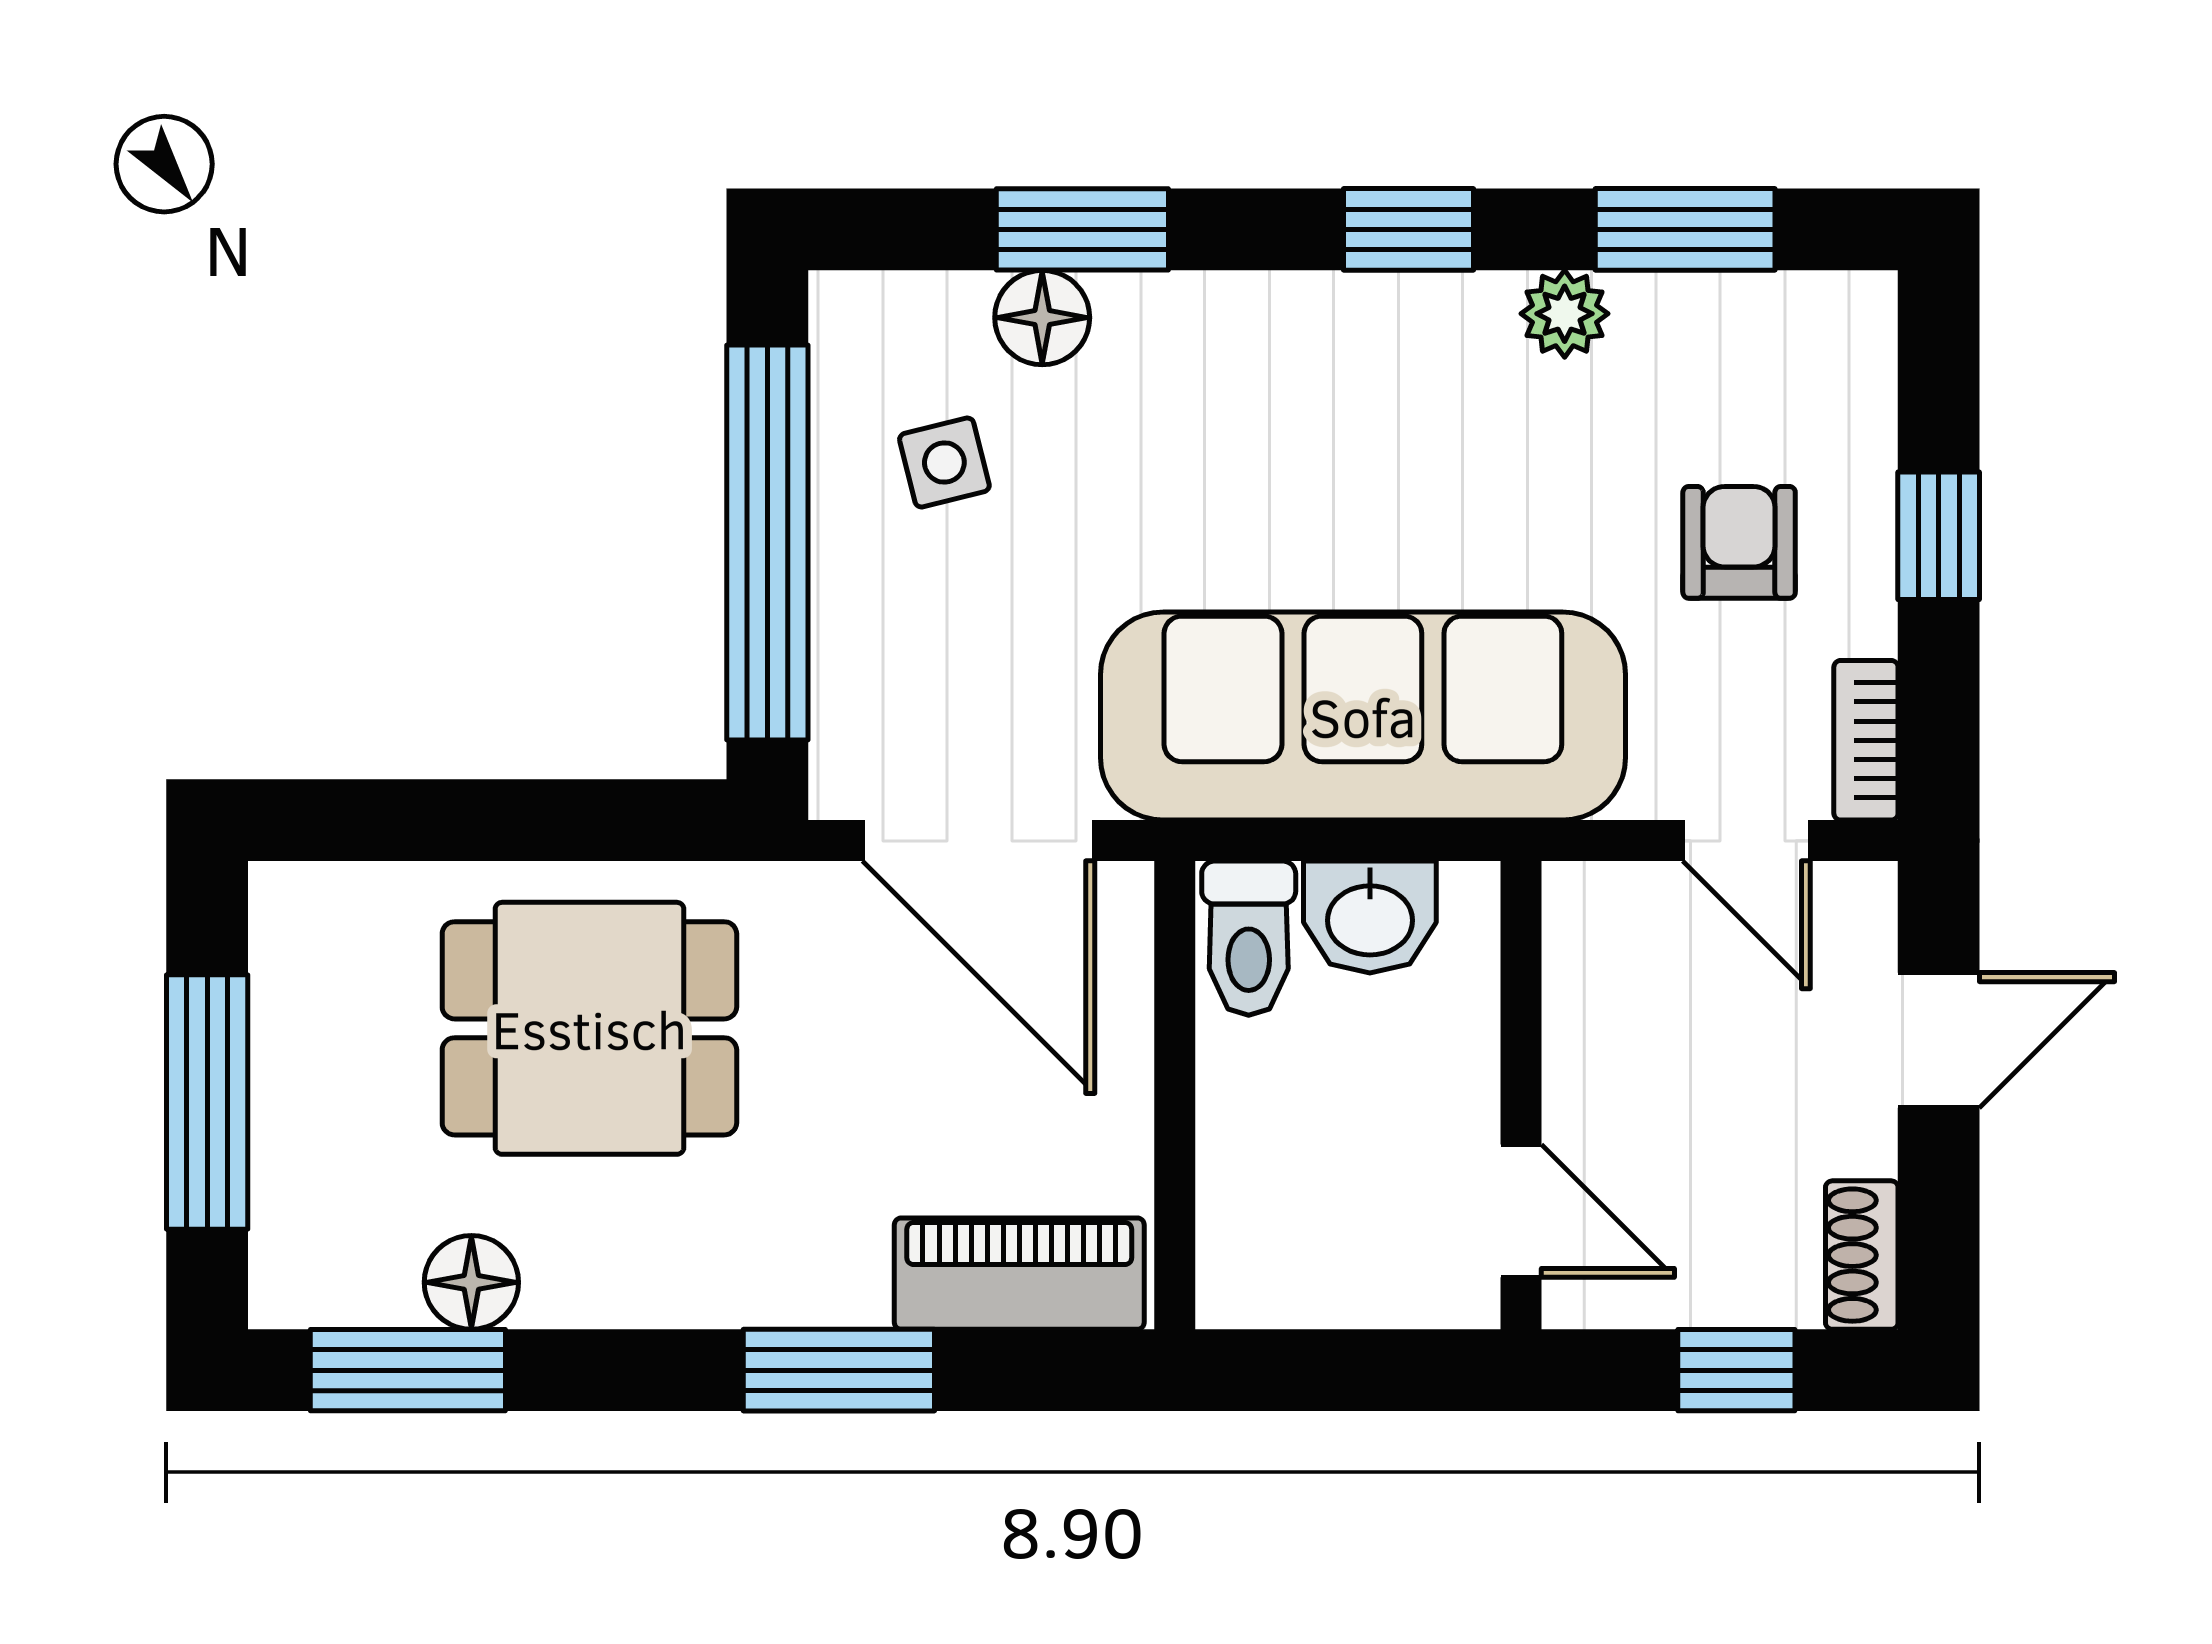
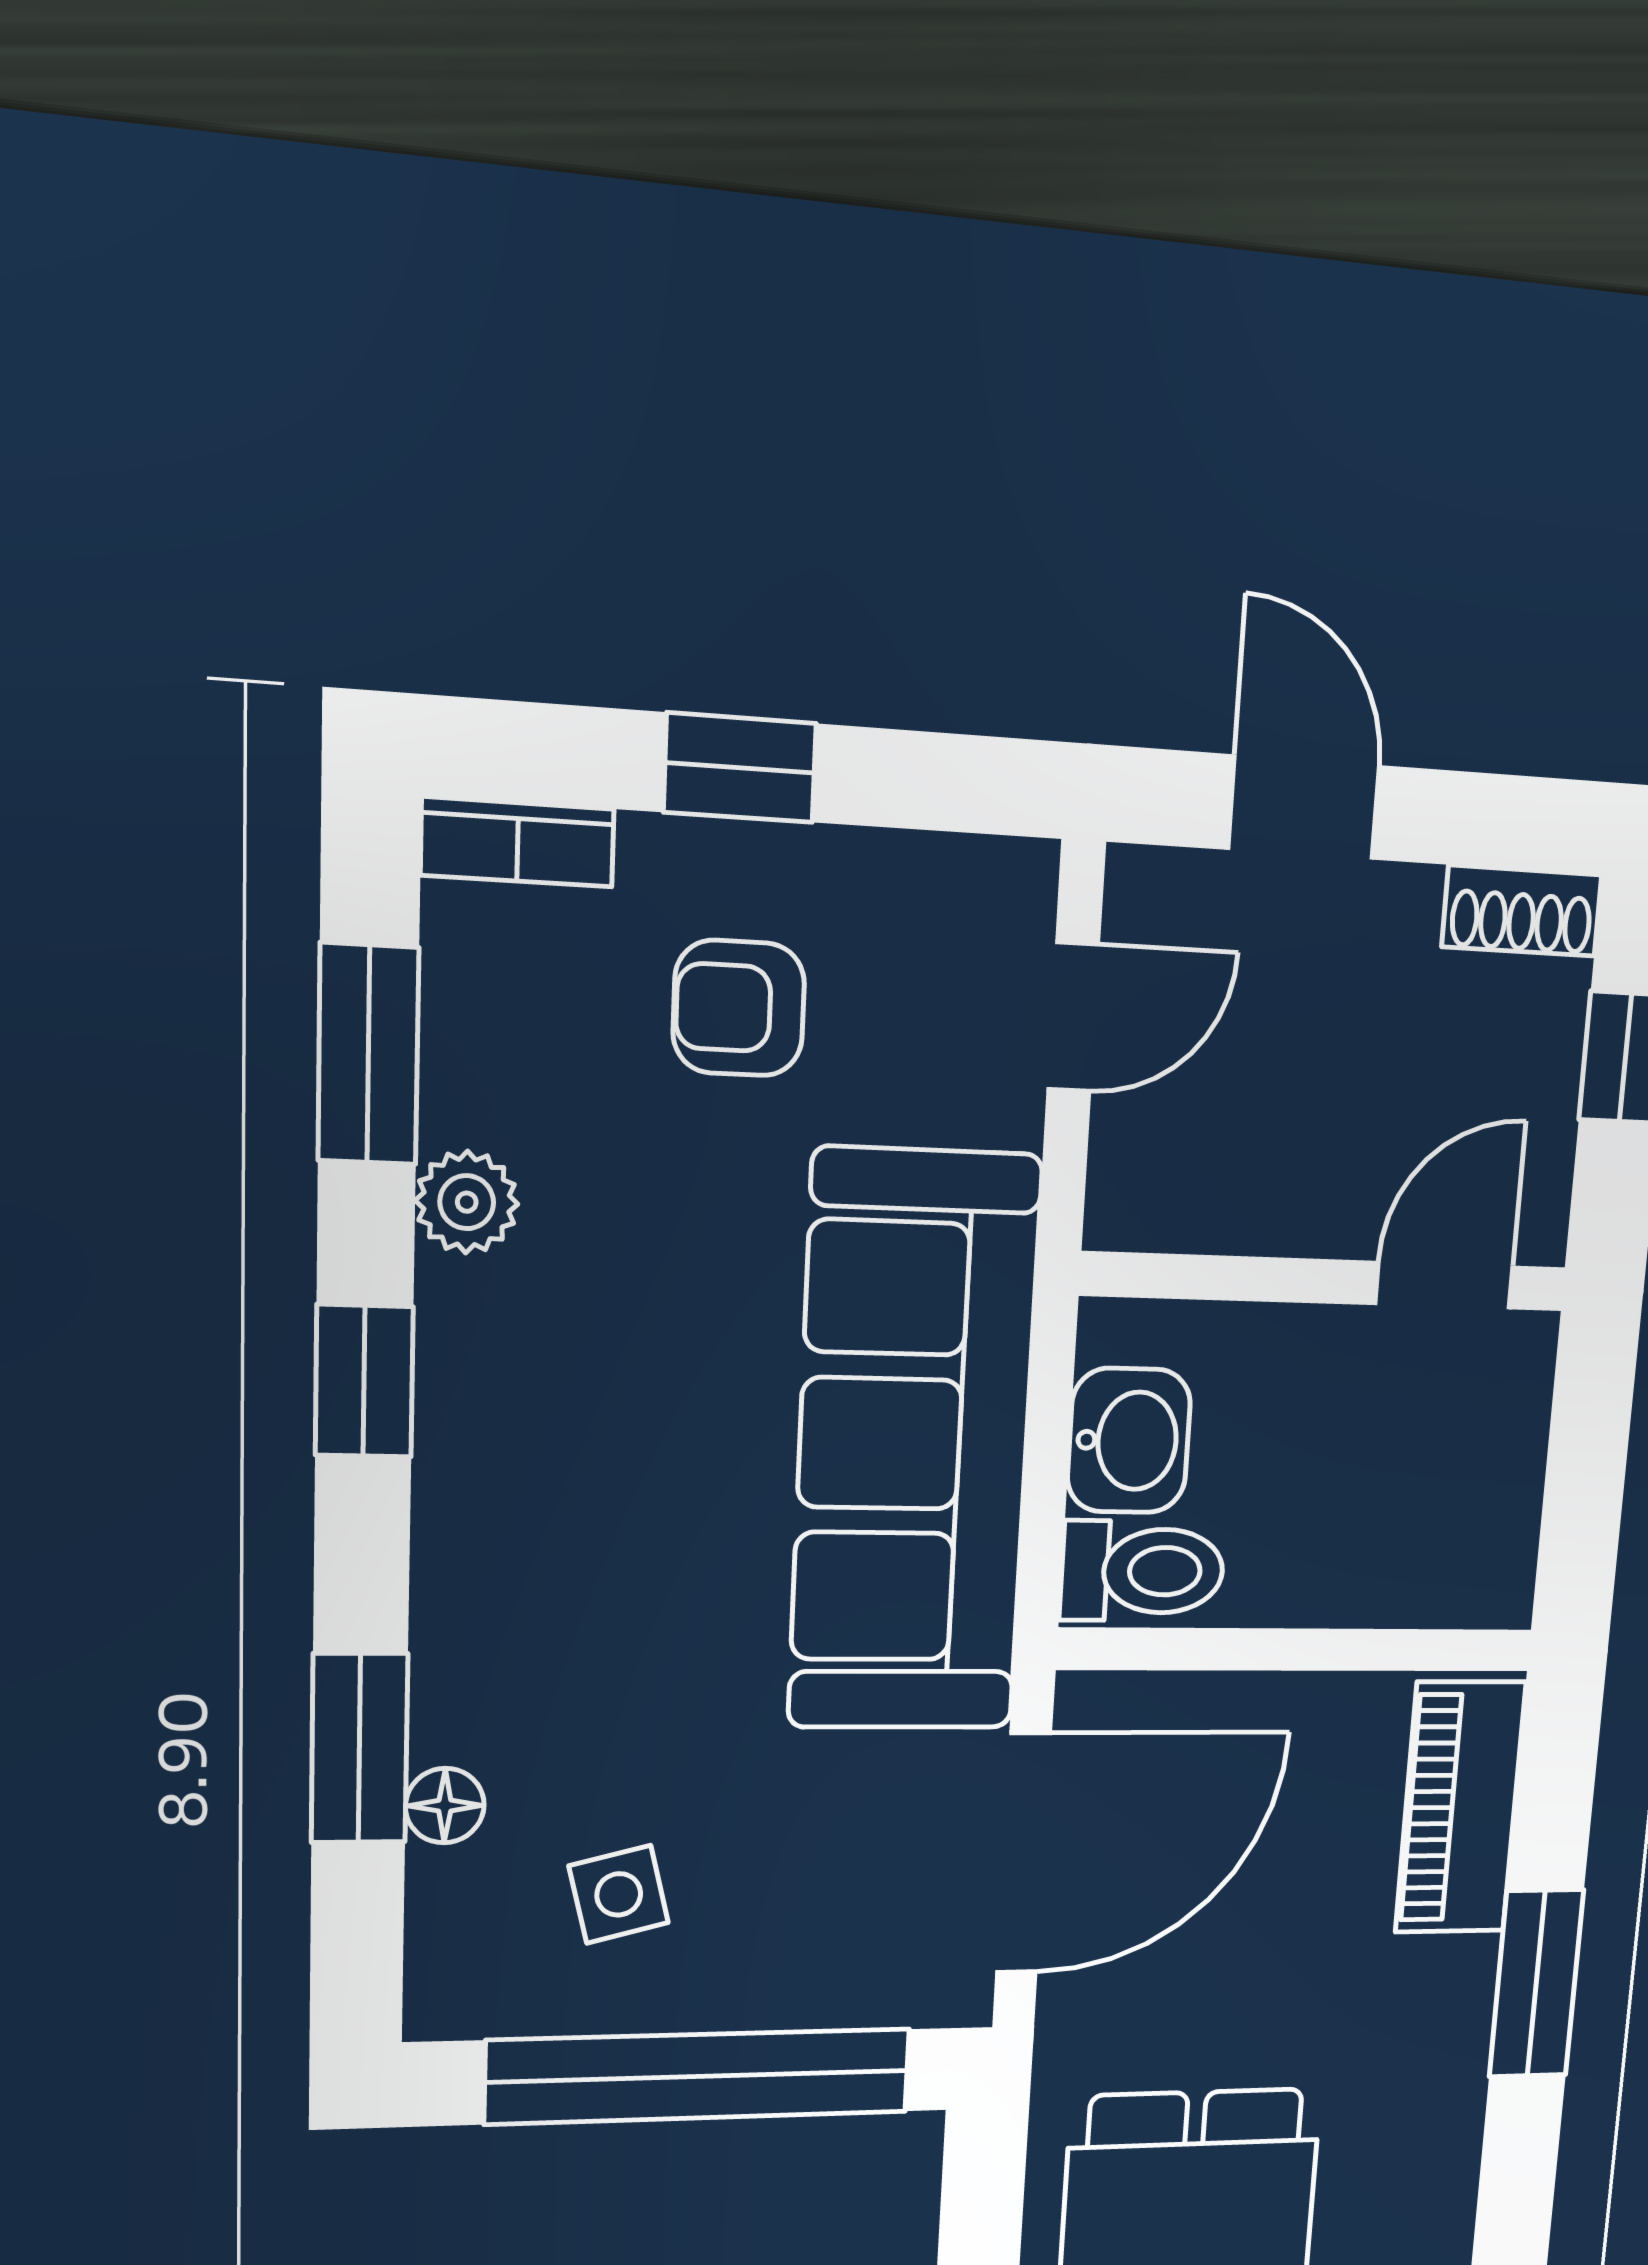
floor lamp: (1042, 318) -> (445, 1806), width x0.73, depth x0.73
bookcase: (1866, 740) -> (518, 842), moved

